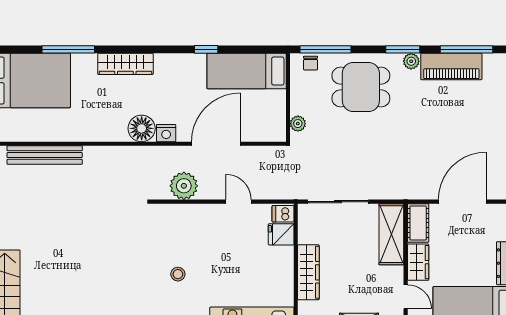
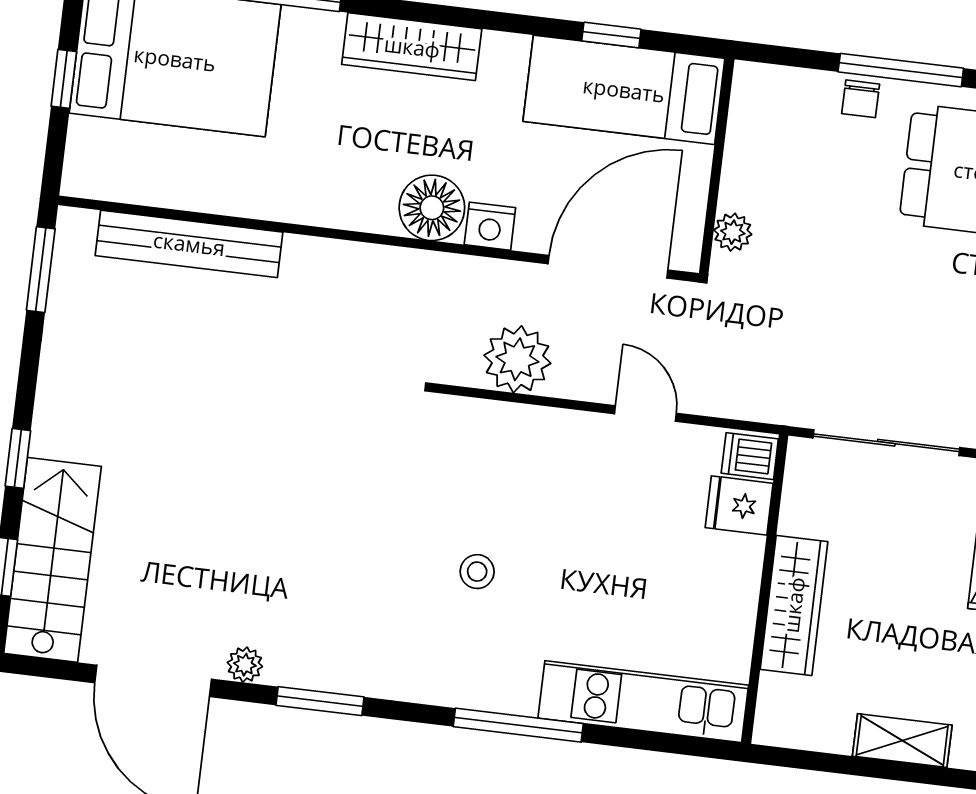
bed: (247, 71) -> (624, 90), moved
wall: (288, 98) -> (717, 166), moved
plant: (298, 124) -> (733, 232), moved

